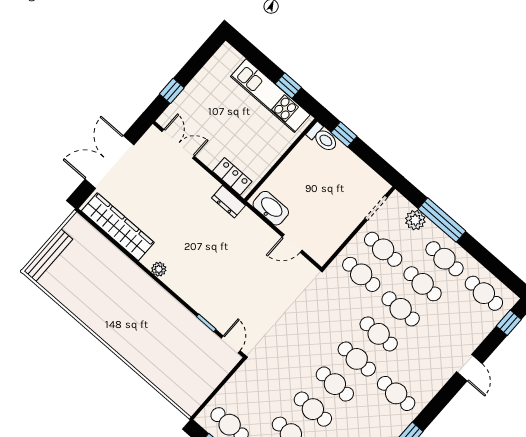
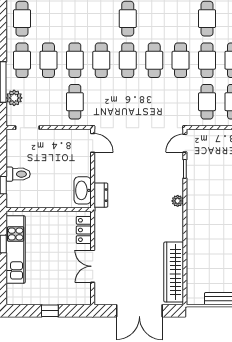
window: (172, 91) -> (50, 311), moved
toilet: (323, 138) -> (18, 174), moved, turned 90
double door: (178, 144) -> (93, 266), moved
dresser: (228, 202) -> (101, 195), moved
door: (292, 243) -> (93, 143), moved
cafe table: (383, 249) -> (207, 102), moved
plant: (159, 269) -> (178, 201), moved

